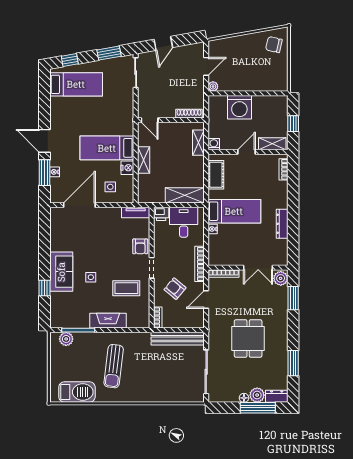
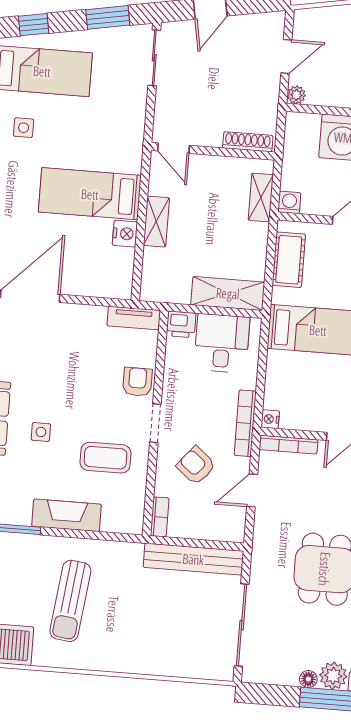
side table: (110, 187) -> (24, 128), moved
nightstand: (213, 229) -> (270, 419), moved
armchair: (140, 246) -> (137, 382), turned 180

